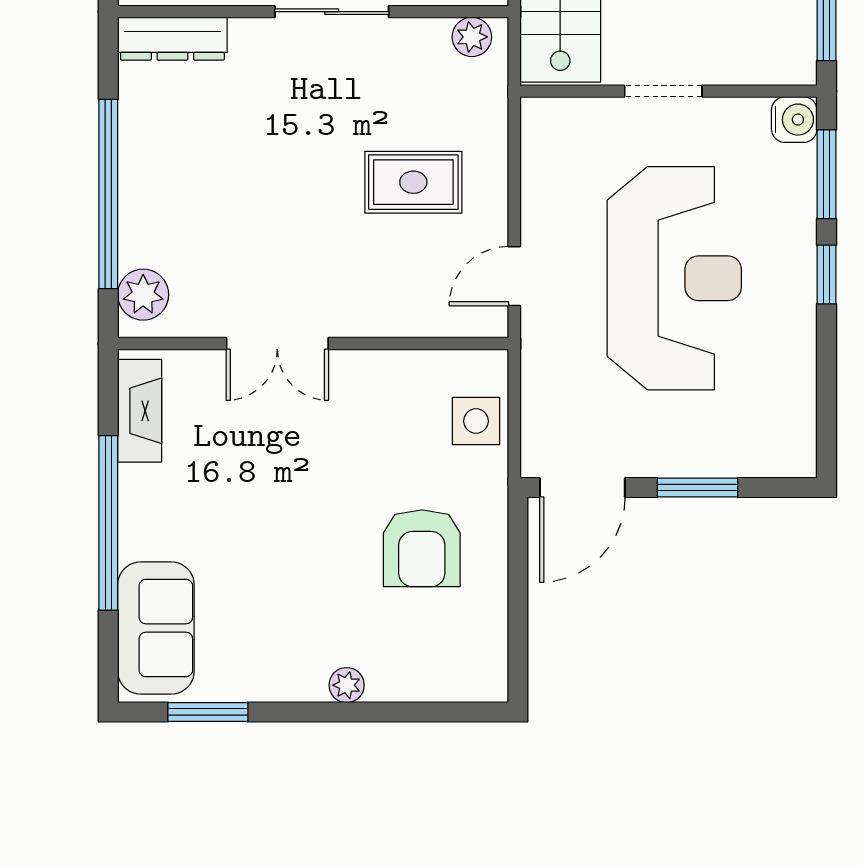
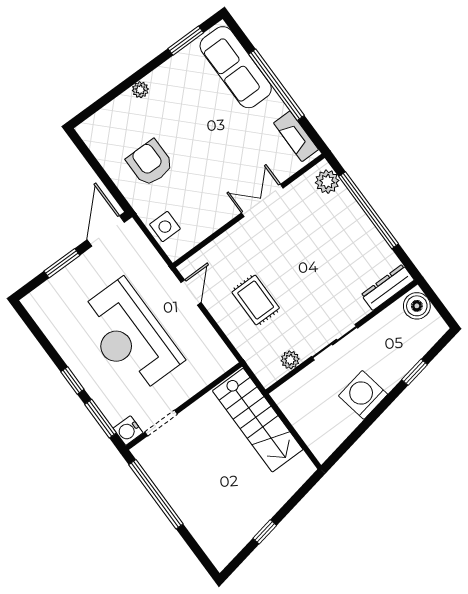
plant: (472, 37) -> (290, 360), moved
doorway: (663, 91) -> (161, 423), moved
rug: (413, 182) -> (256, 300), turned 90
sofa: (156, 628) -> (236, 67), width x1.36

